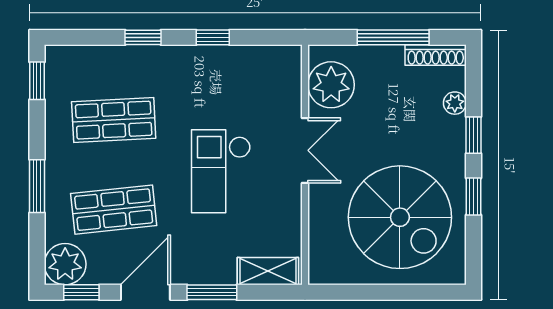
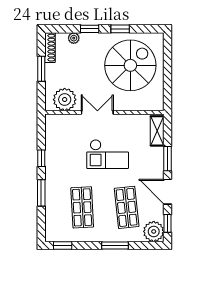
window: (143, 37) -> (41, 193), width x1.50
window: (393, 37) -> (41, 69), width x0.69

